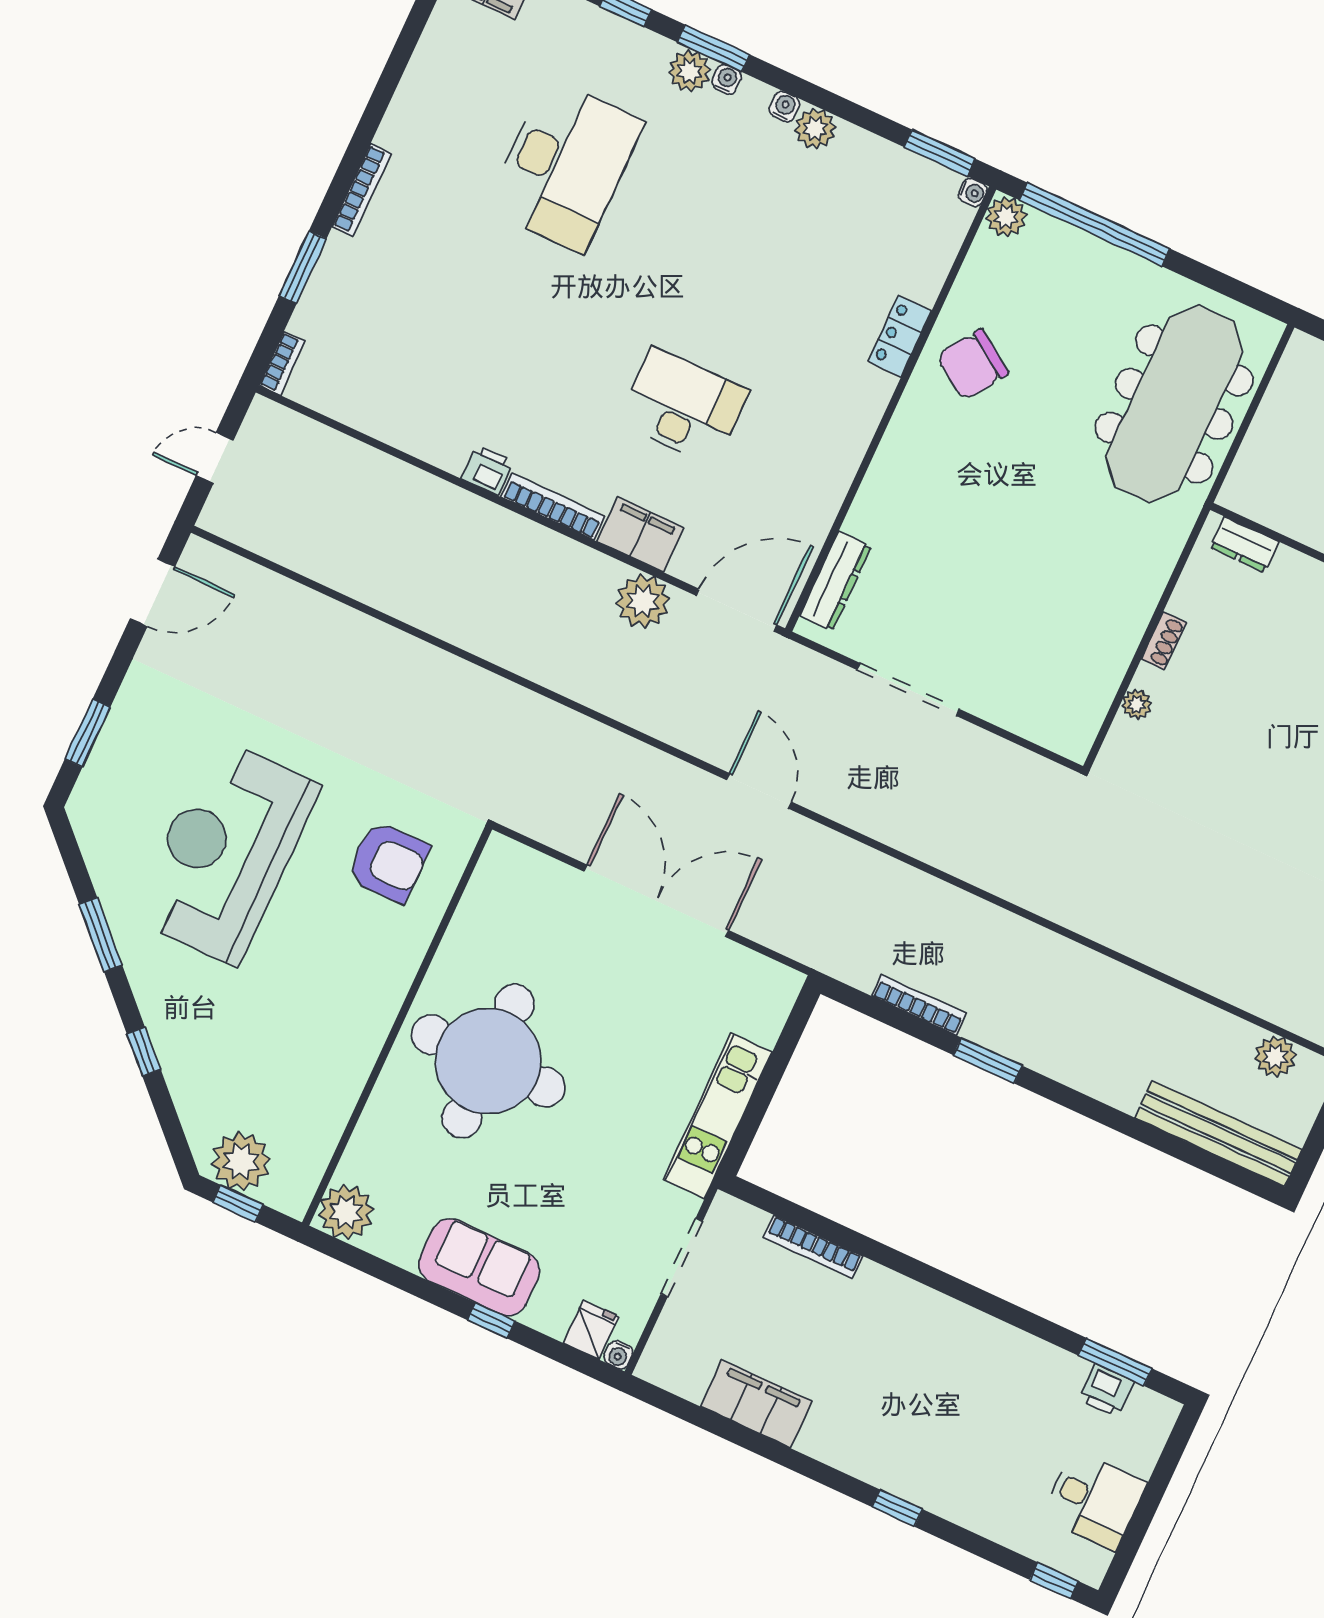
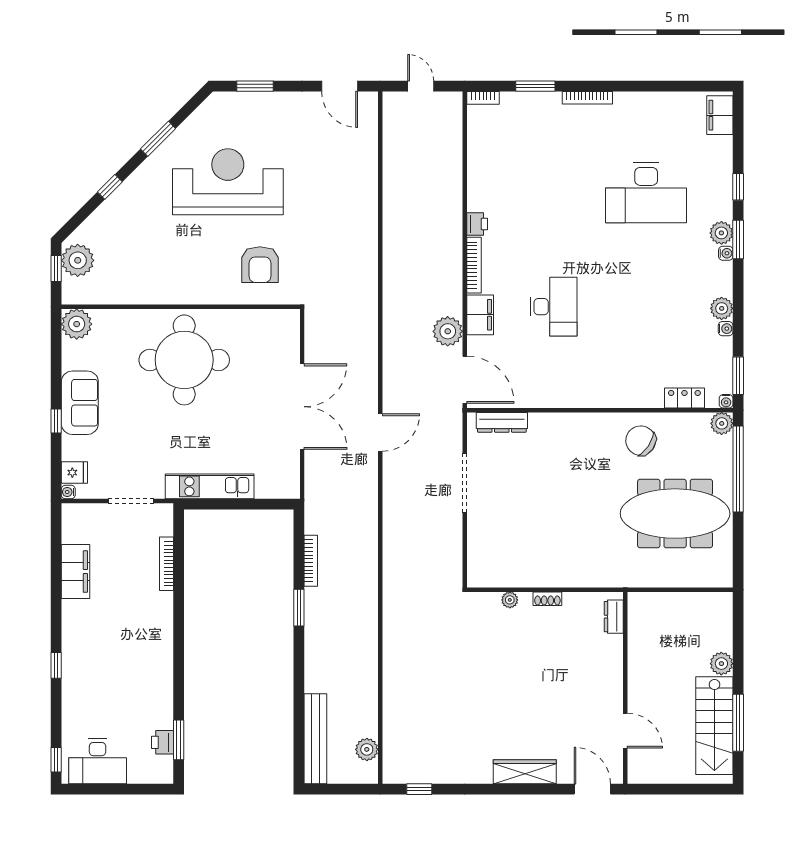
water cooler: (785, 107) -> (726, 329), moved
locker: (900, 336) -> (684, 398), moved
meeting table: (1174, 404) -> (675, 514), moved
desk: (1094, 1500) -> (98, 761), width x1.37

